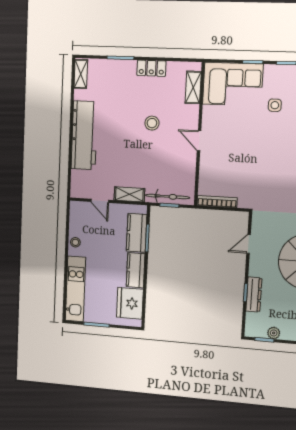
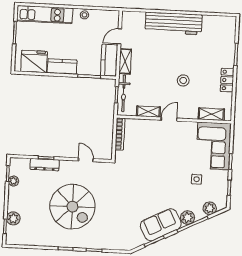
shelving: (81, 74) -> (148, 112), moved
kitchen counter: (137, 233) -> (109, 60), moved, turned -90

